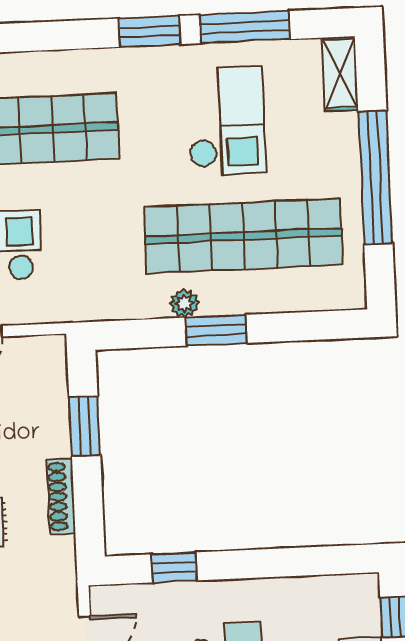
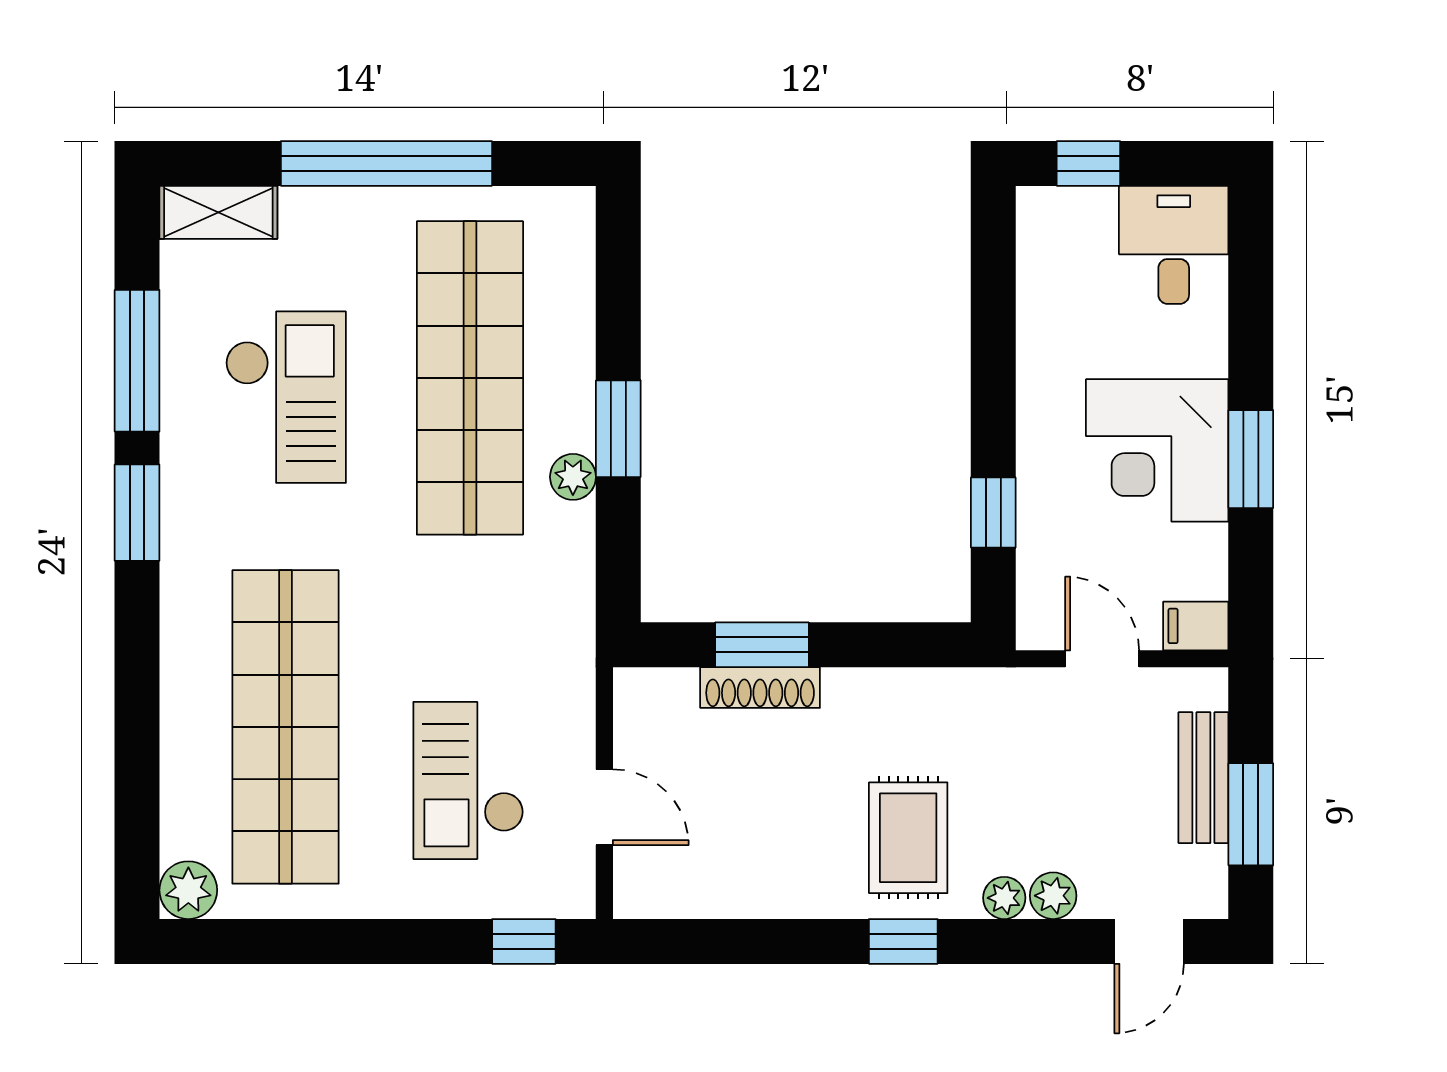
checkout: (226, 121) -> (286, 397), turned 90
shoe rack: (61, 496) -> (760, 688), moved

